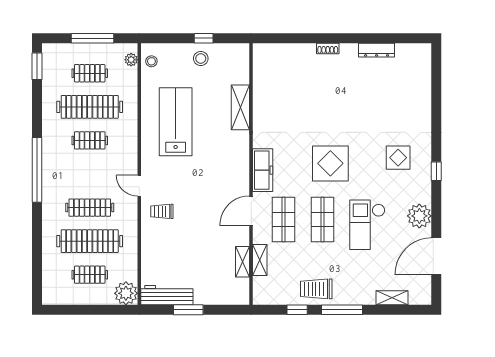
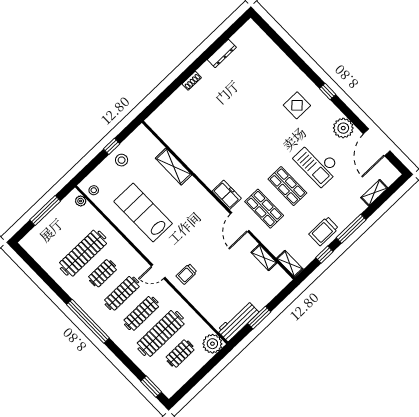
window: (37, 66) -> (151, 387), moved
clothes rail: (90, 73) -> (122, 293), moved, width x1.36
display table: (330, 163) -> (260, 148), removed
freezer: (263, 170) -> (227, 195), width x0.71
shelving: (260, 260) -> (290, 264), moved

